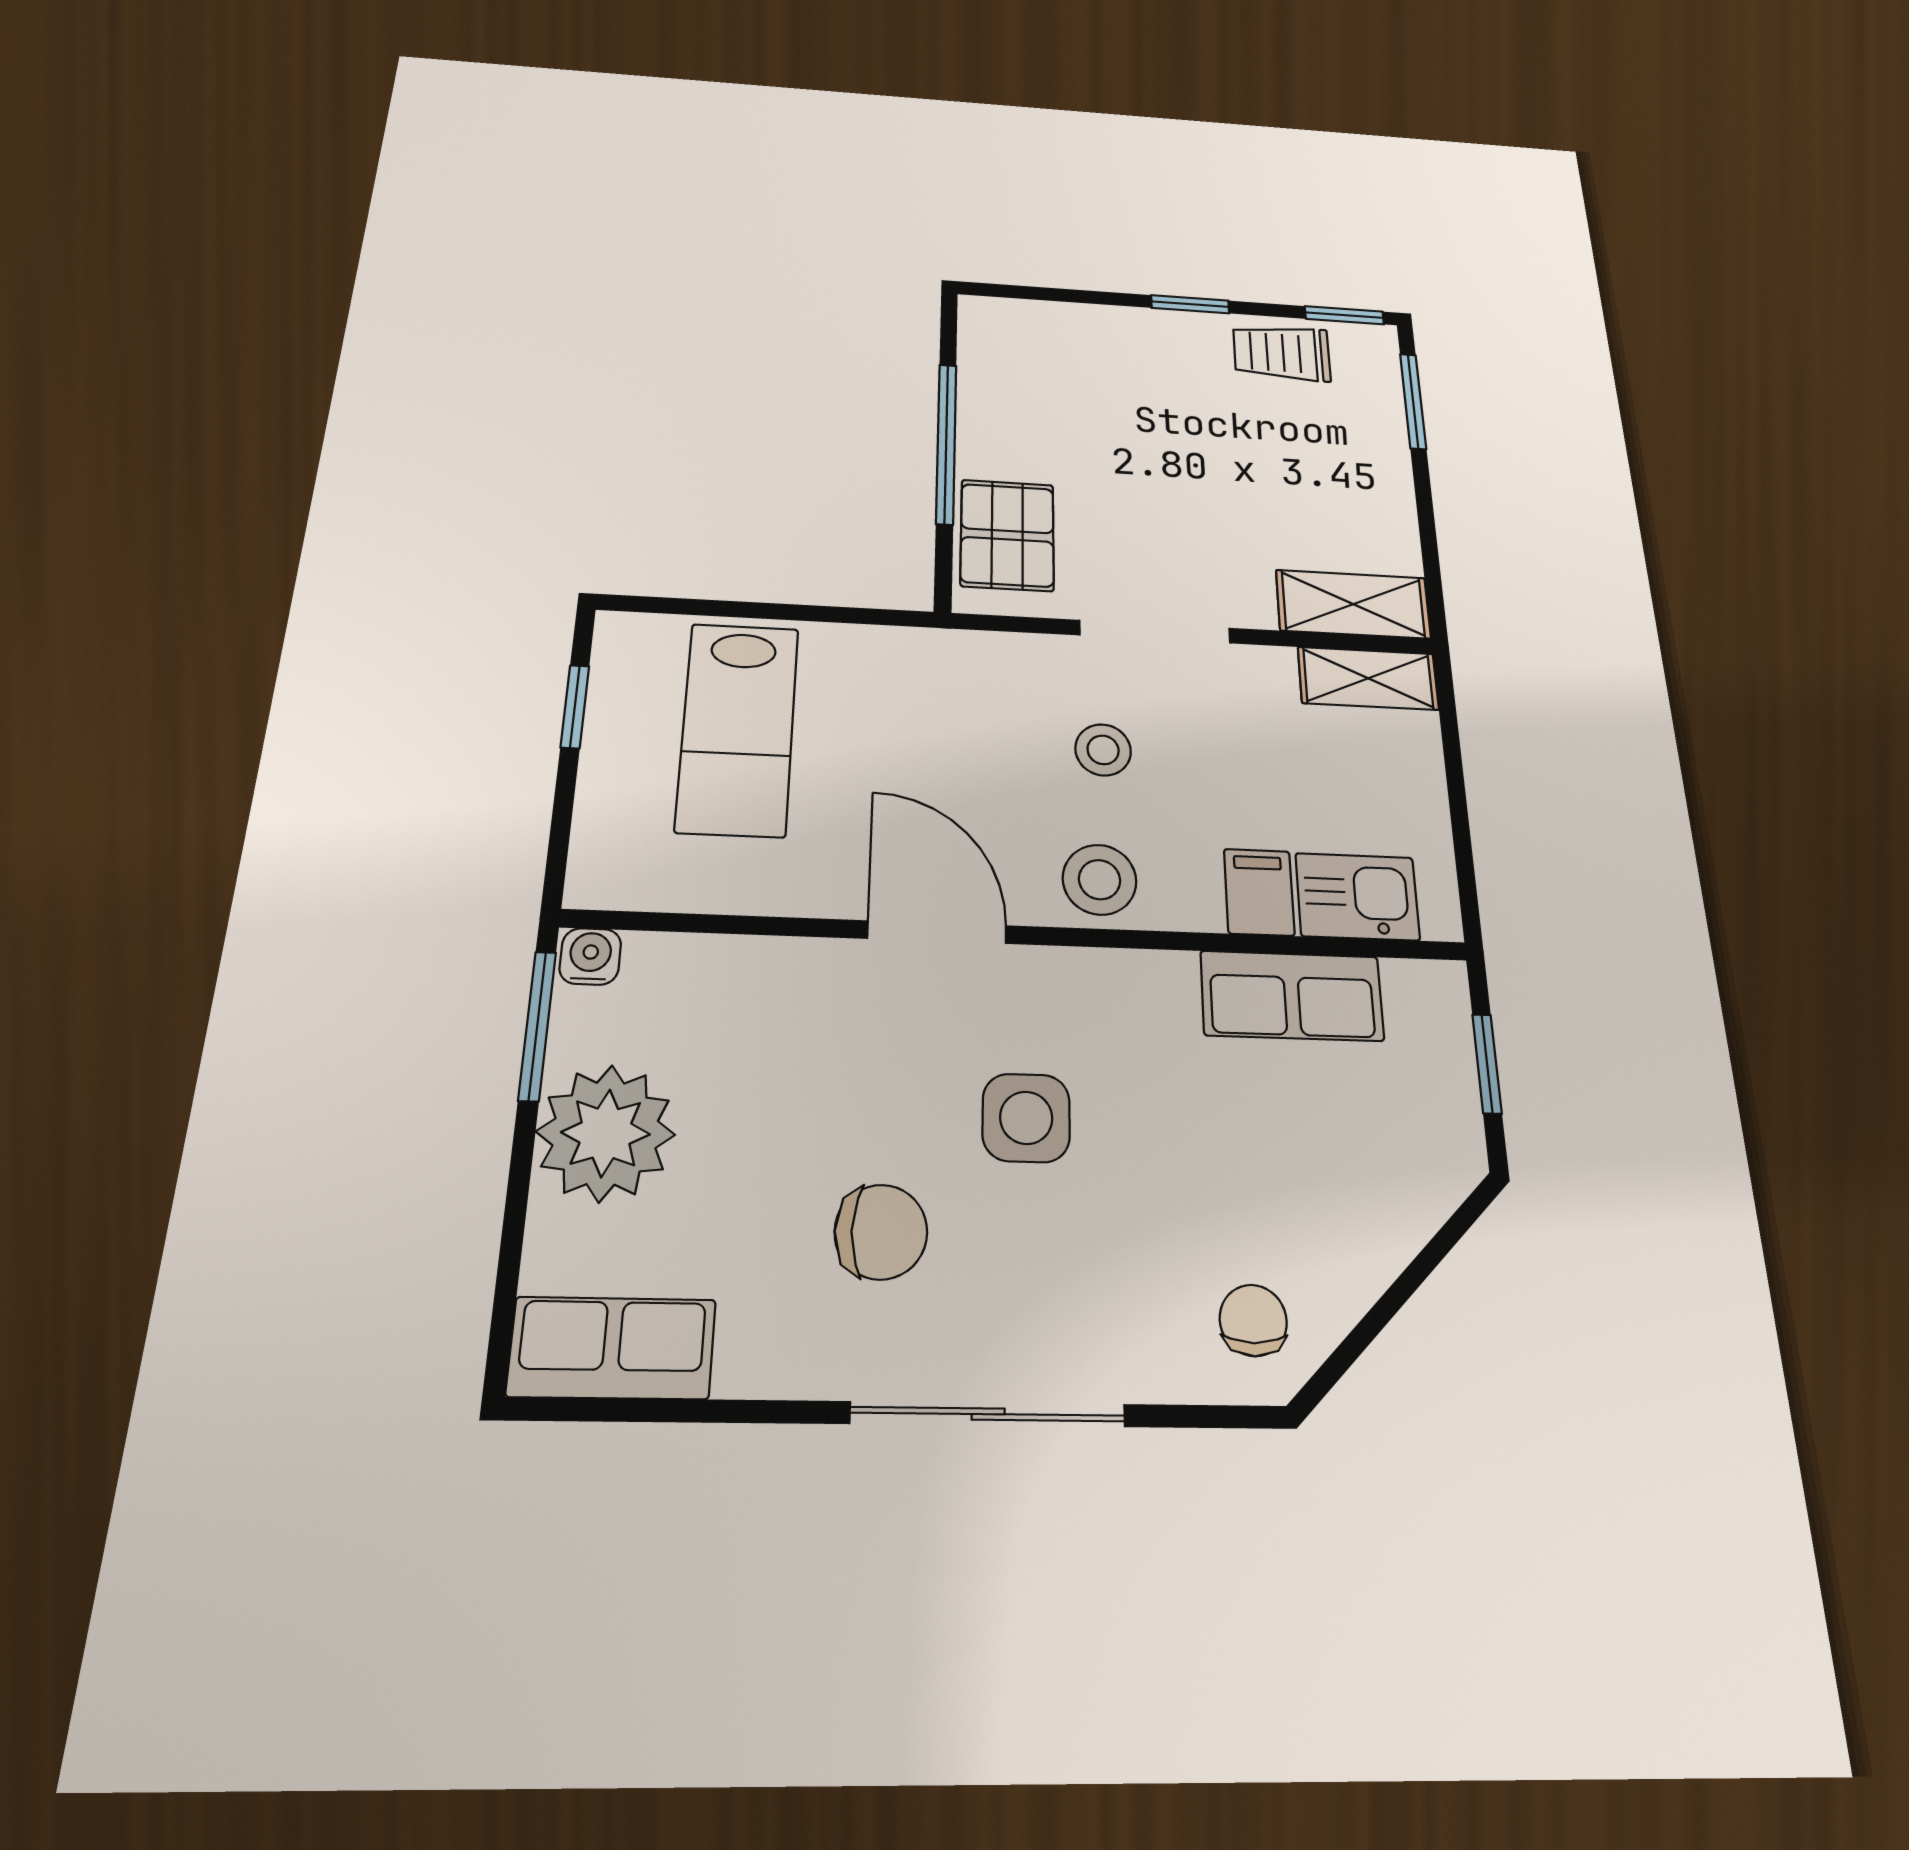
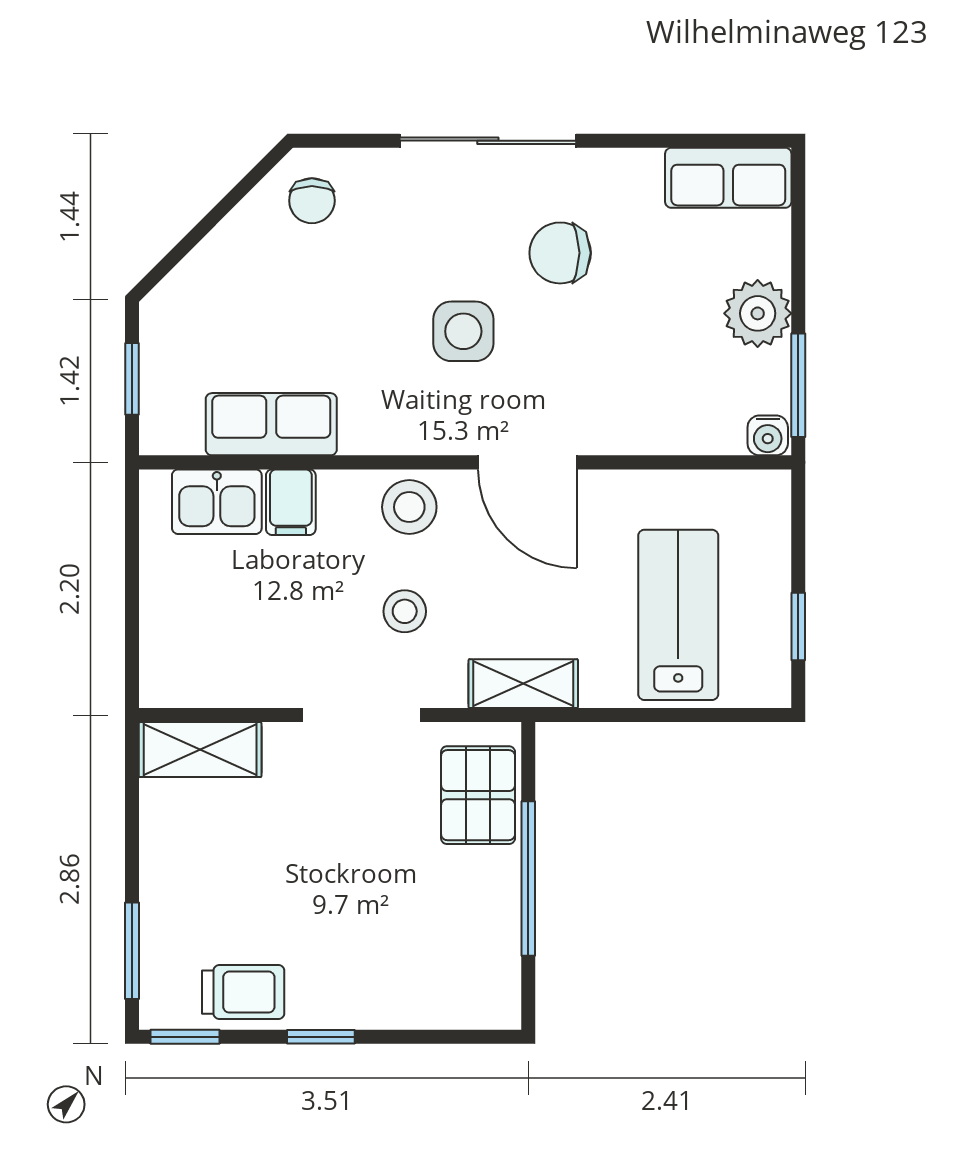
shelving: (1368, 678) -> (523, 684), moved
plant: (606, 1133) -> (758, 313), width x0.73, depth x0.73

